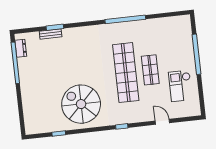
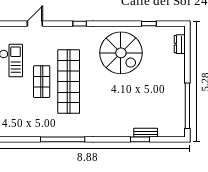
dresser: (21, 48) -> (180, 44), moved
door: (162, 122) -> (35, 24), swing flipped

